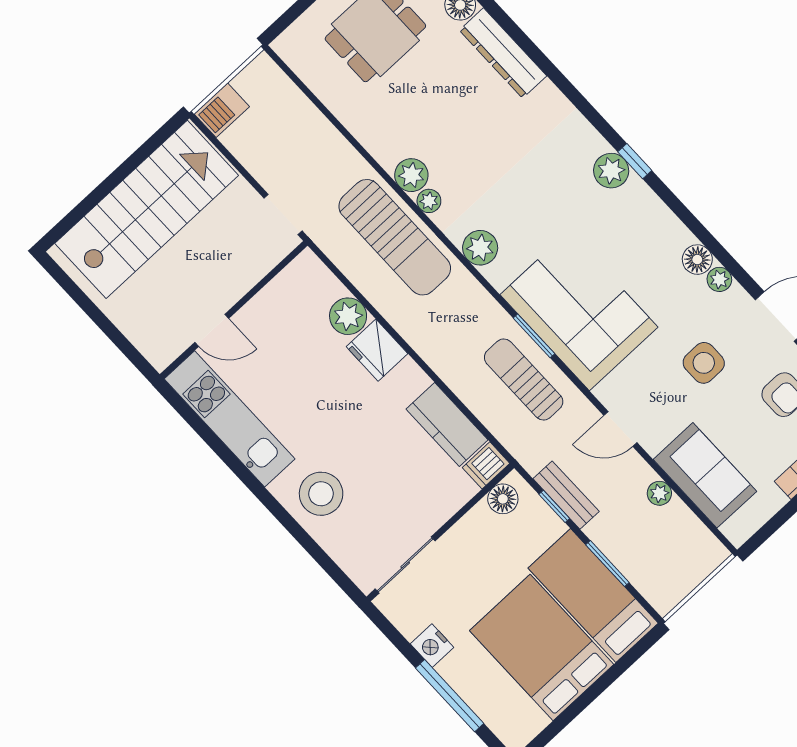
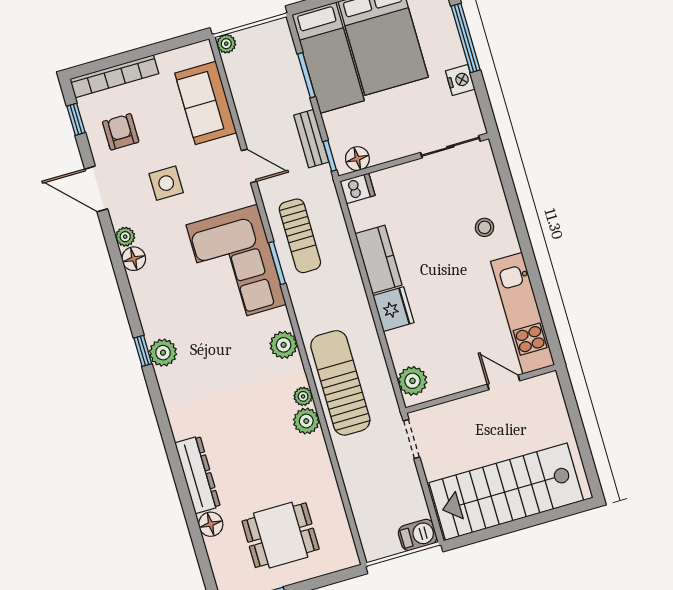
plant: (348, 316) -> (412, 381), moved
kitchen counter: (447, 424) -> (378, 259), moved
plant: (659, 493) -> (226, 44), moved
stool: (321, 494) -> (485, 227), width x0.53, depth x0.53
window: (554, 506) -> (330, 156), moved

